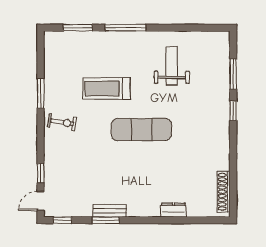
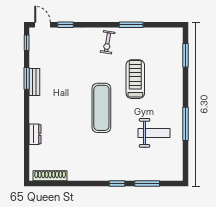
window: (126, 28) -> (186, 124), moved

